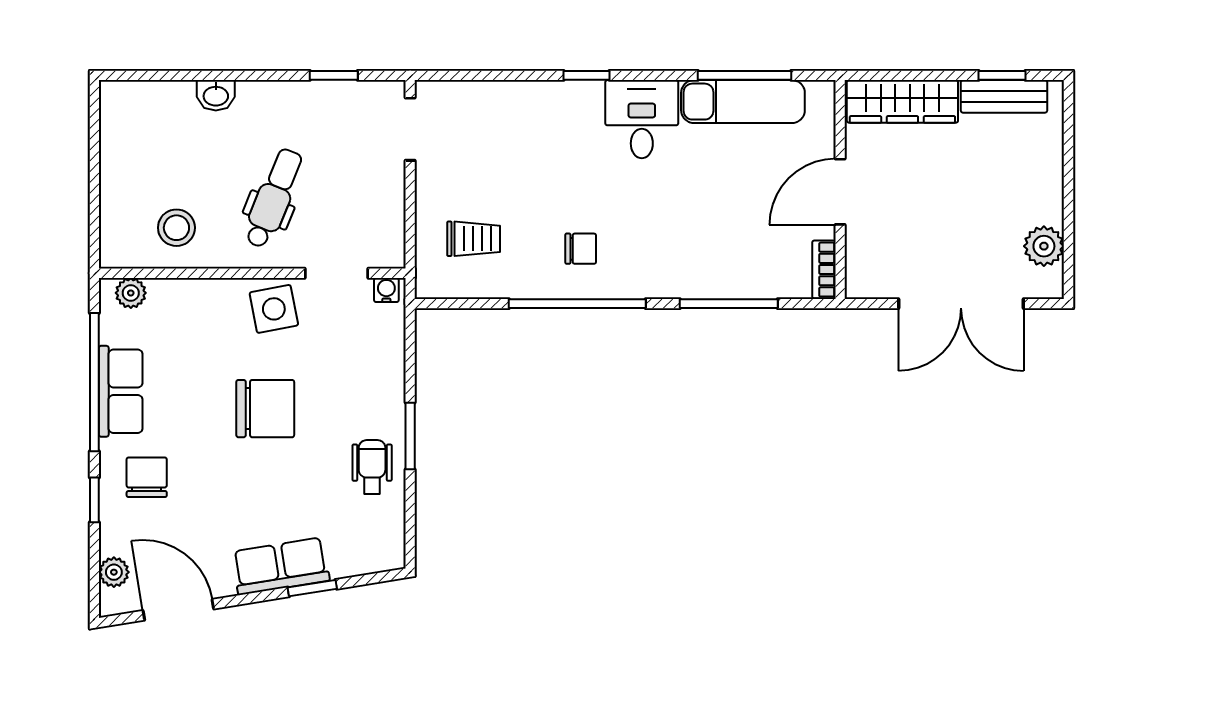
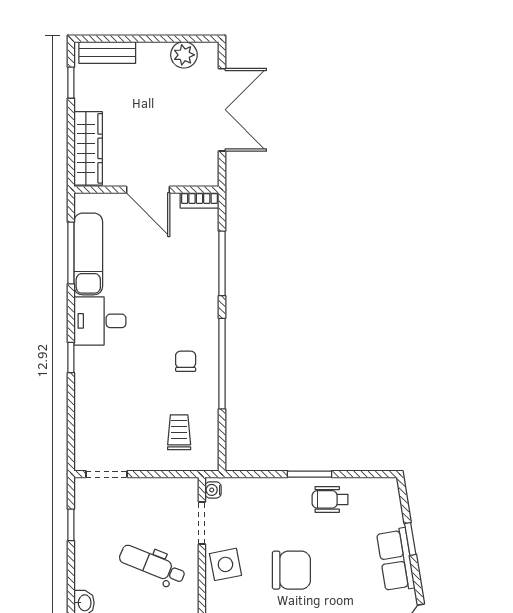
bench: (1004, 96) -> (107, 52), moved, turned 90
chair: (265, 409) -> (291, 570), turned 90

